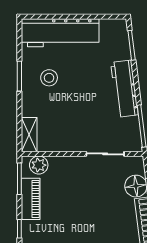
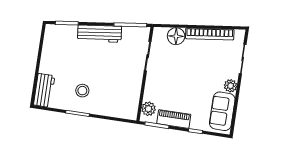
workbench: (60, 33) -> (44, 90), width x0.53, depth x0.76
shelving: (29, 135) -> (124, 113), removed

